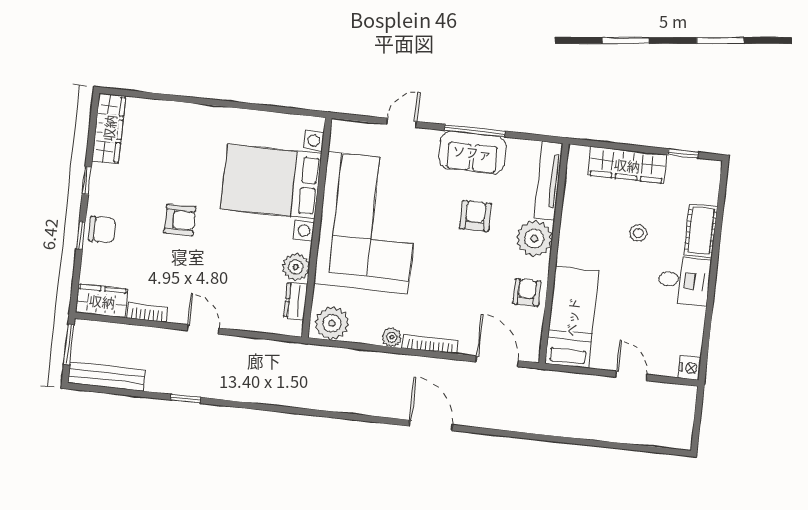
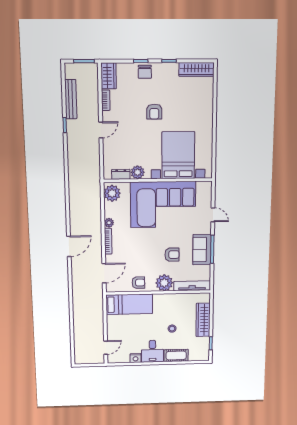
nightstand: (690, 368) -> (135, 358), moved
door: (631, 376) -> (106, 348), moved
bench: (106, 377) -> (71, 99), moved

